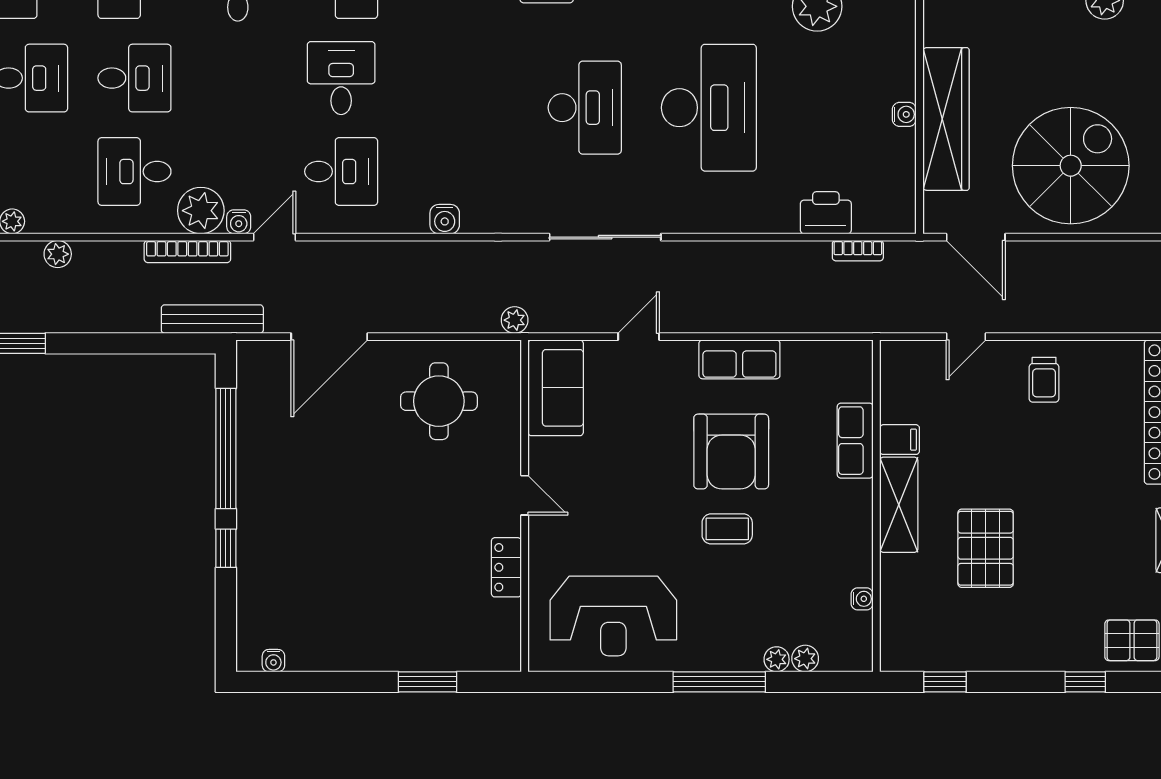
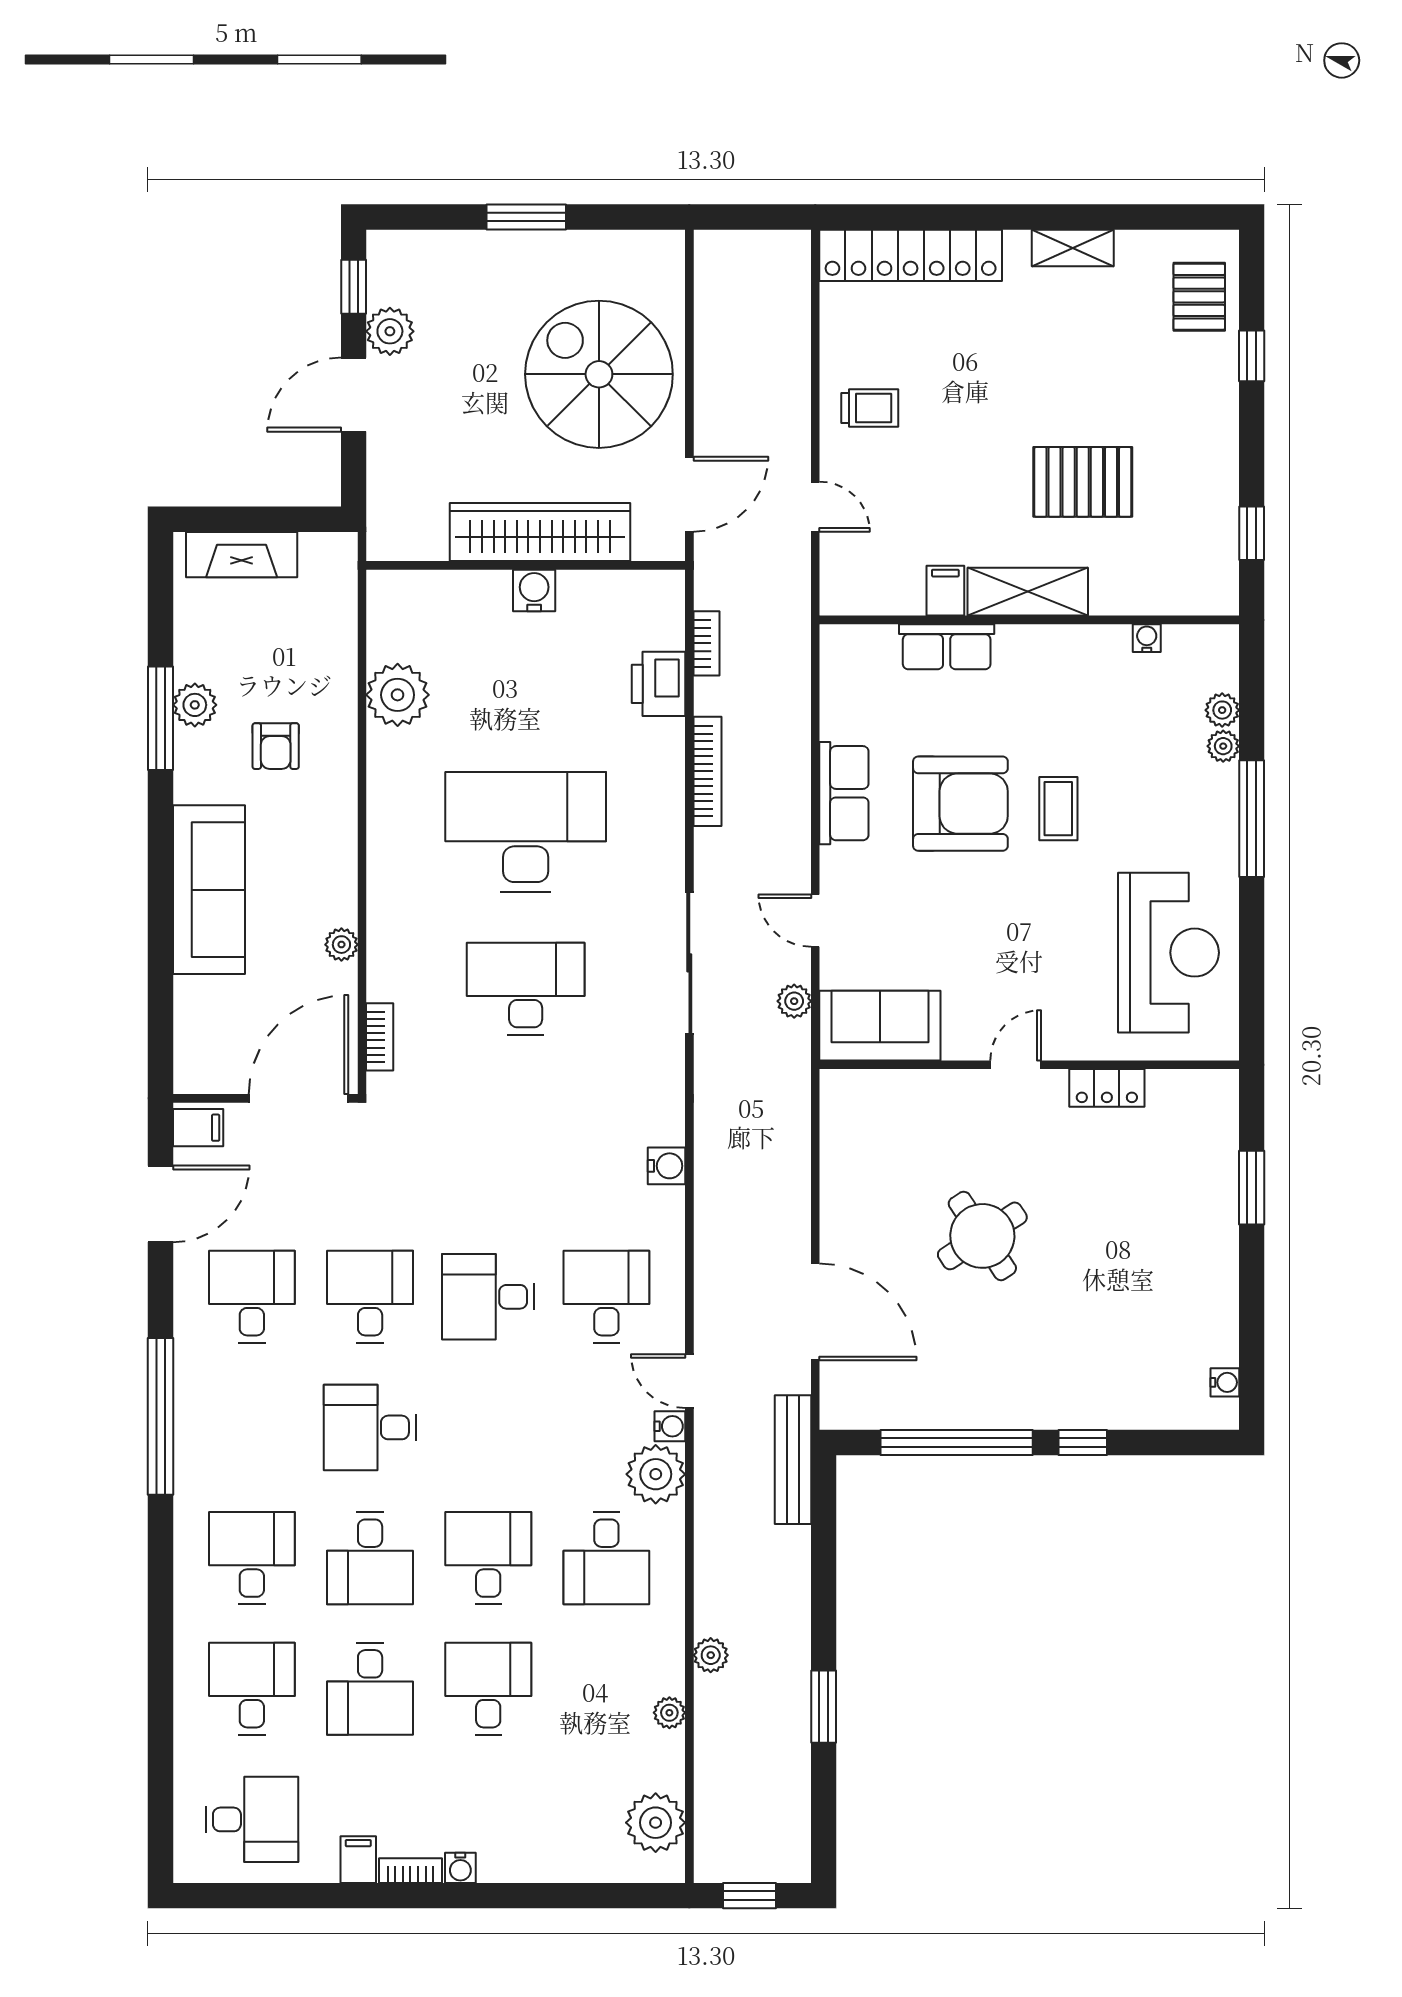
water cooler: (904, 114) -> (534, 590), width x1.38, depth x1.38
bookcase: (187, 251) -> (708, 771), moved
plant: (515, 320) -> (794, 1001), moved
round table: (439, 401) -> (982, 1236), moved, turned -33

